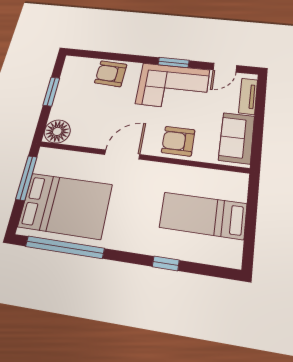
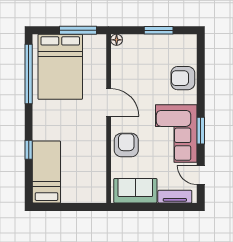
armchair: (111, 74) -> (183, 78), turned -93
floor lamp: (57, 131) -> (117, 40), width x0.53, depth x0.53
bed: (203, 216) -> (46, 172), moved

